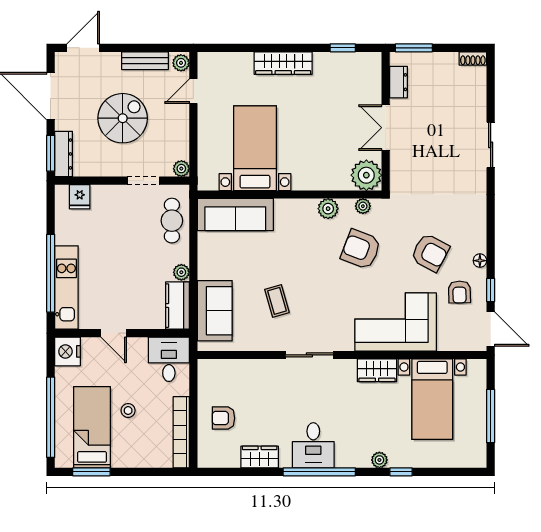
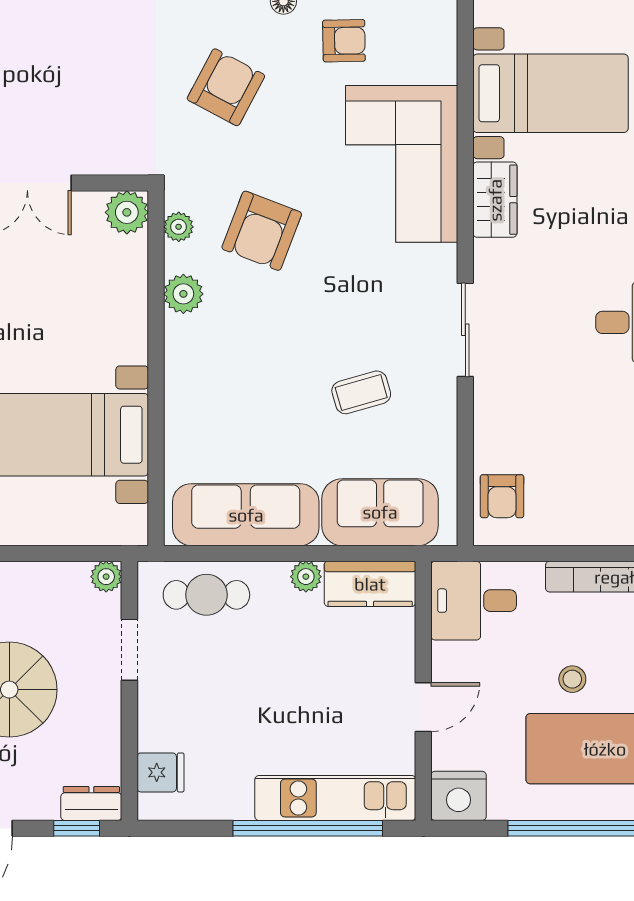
window: (51, 153) -> (77, 828), width x0.67
dresser: (64, 154) -> (91, 804), width x0.70
plant: (366, 175) -> (127, 212), width x0.73, depth x0.73
sofa: (235, 215) -> (246, 515), moved, turned -90
armchair: (430, 253) -> (226, 87), moved
armchair: (224, 418) -> (502, 496), moved

